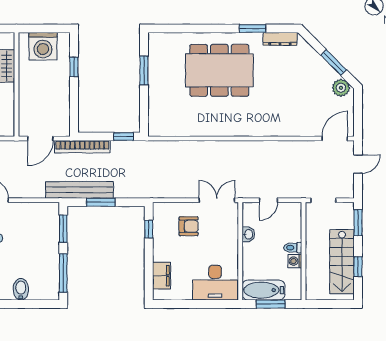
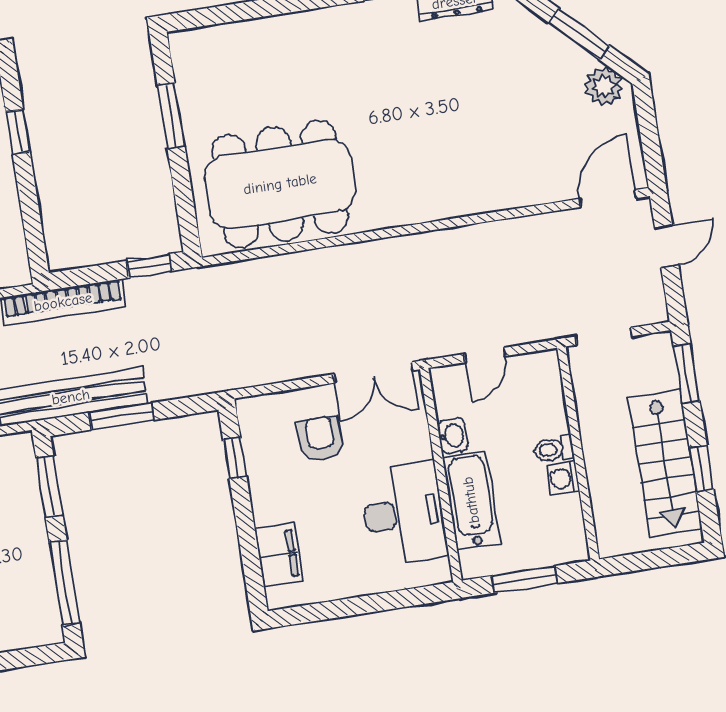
dining table: (219, 70) -> (280, 184), moved
double door: (217, 200) -> (373, 372), swing flipped
armchair: (189, 226) -> (320, 439), turned -90
desk: (215, 283) -> (404, 514), moved, turned -90
bathtub: (263, 290) -> (471, 500), moved, turned 90

